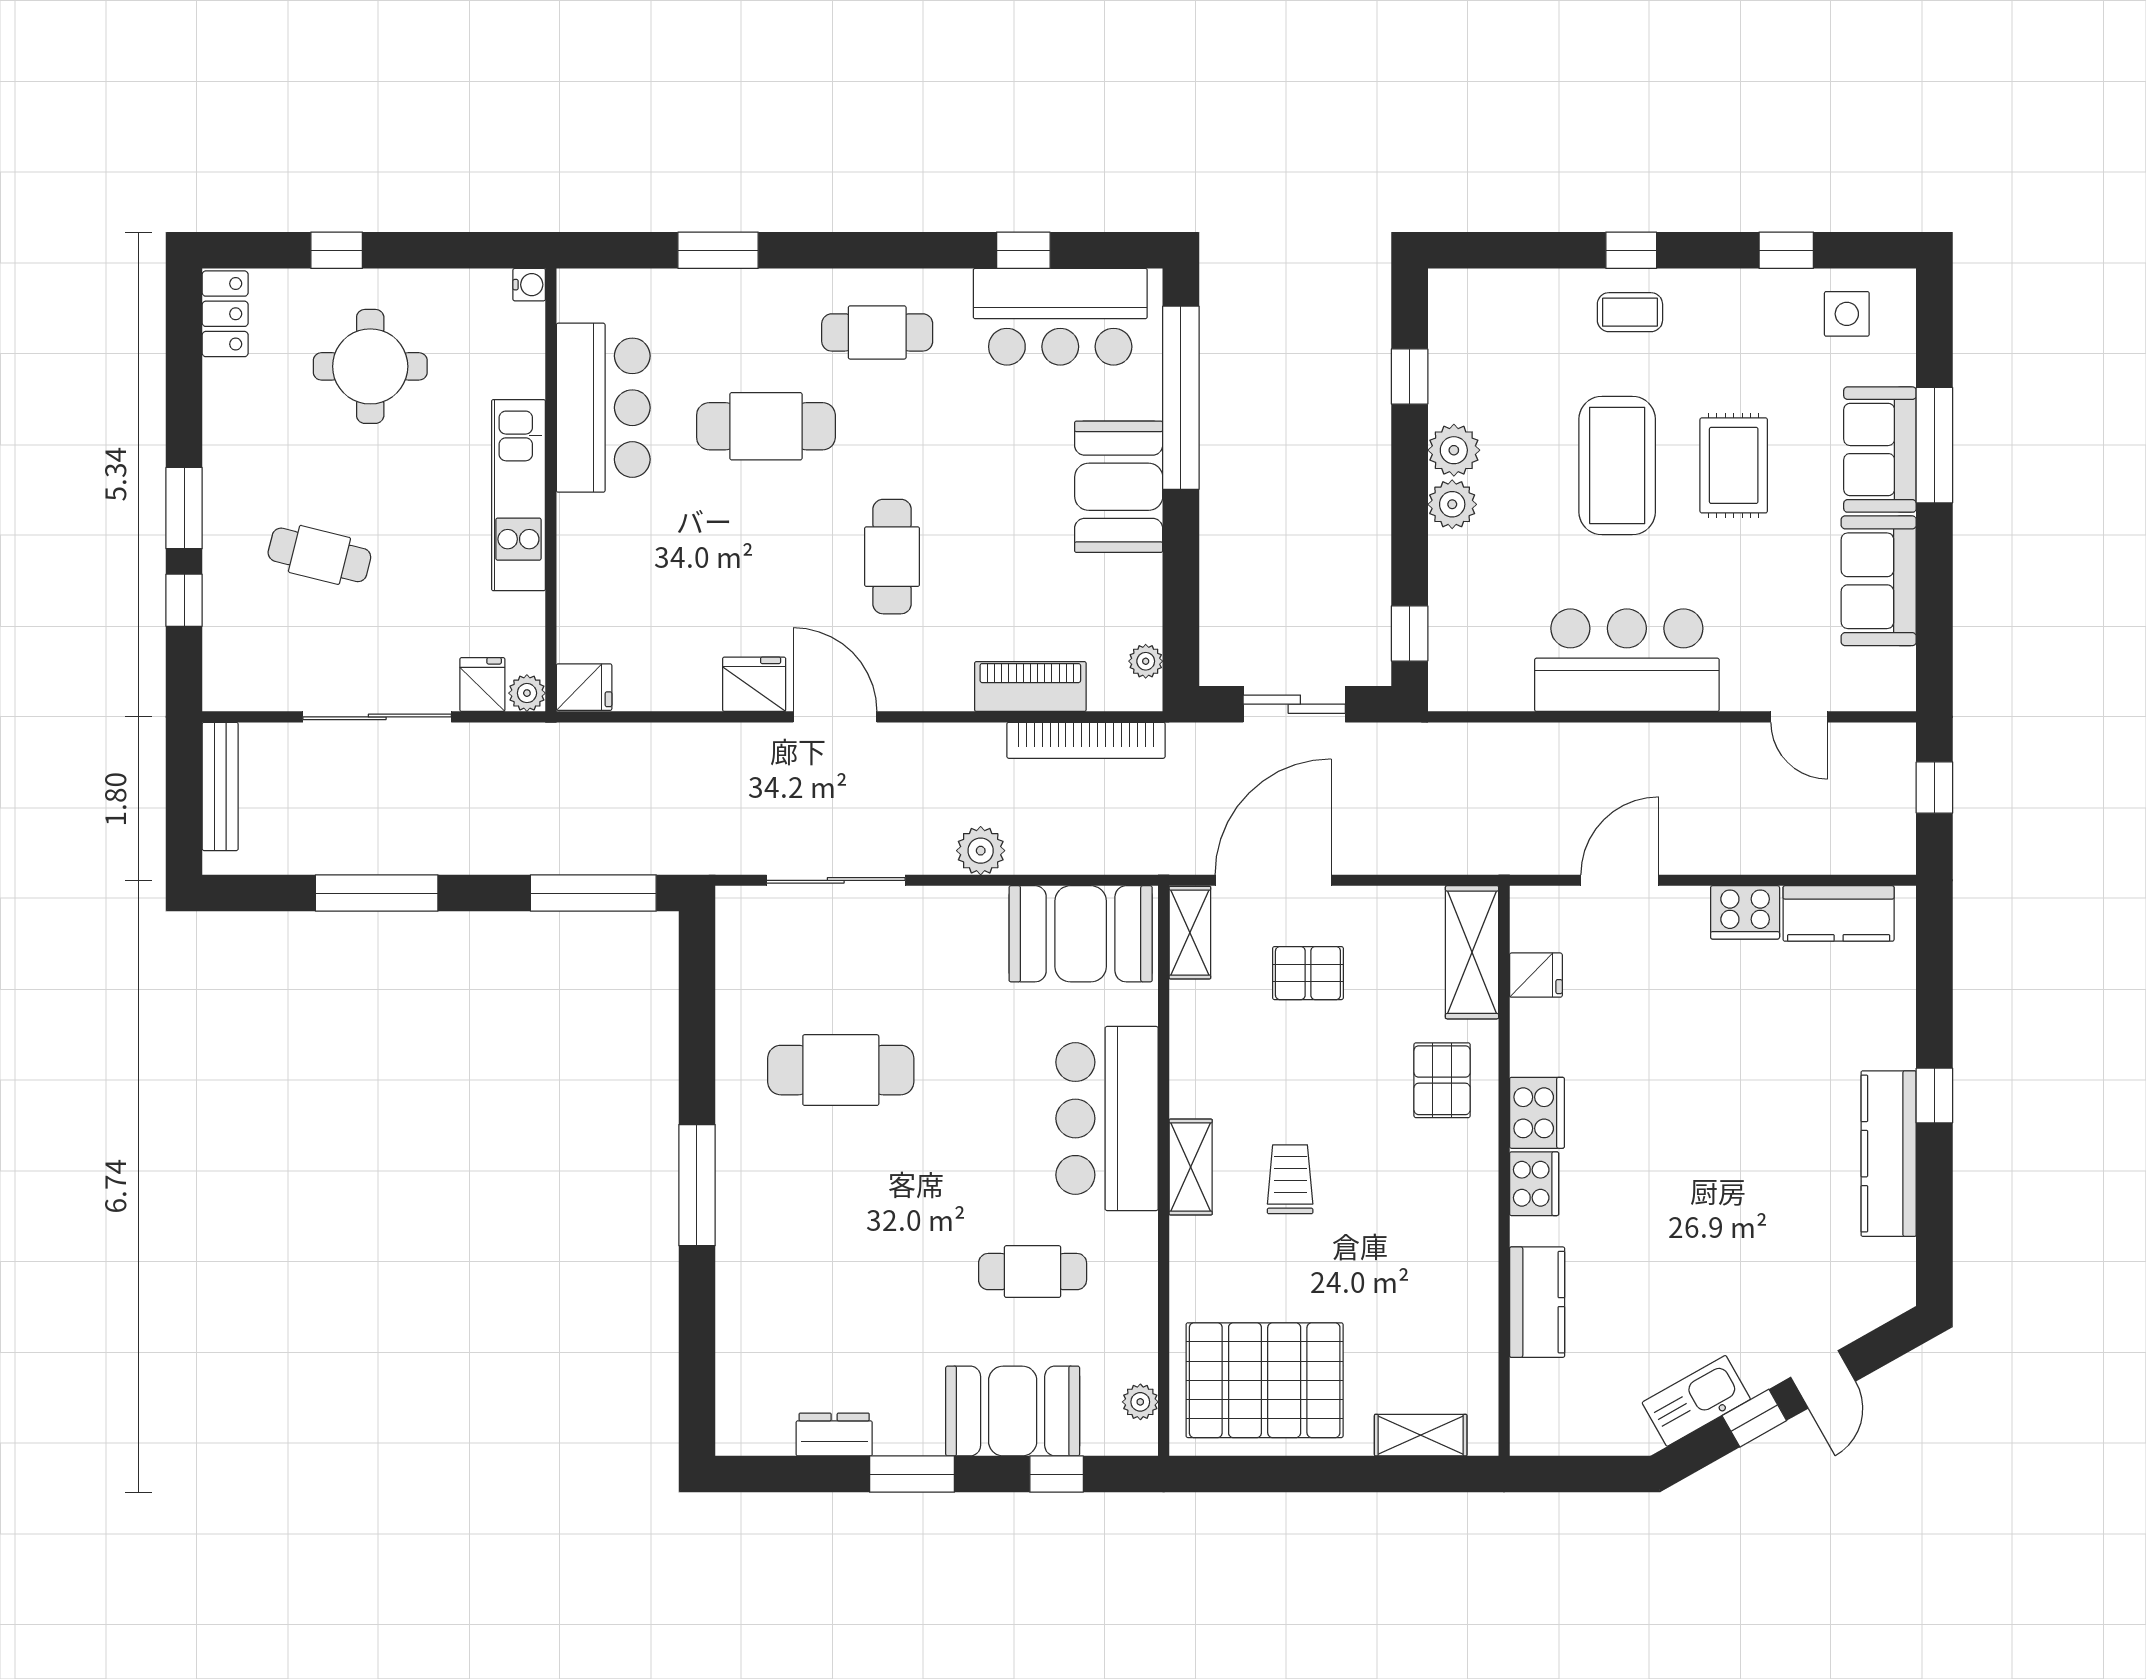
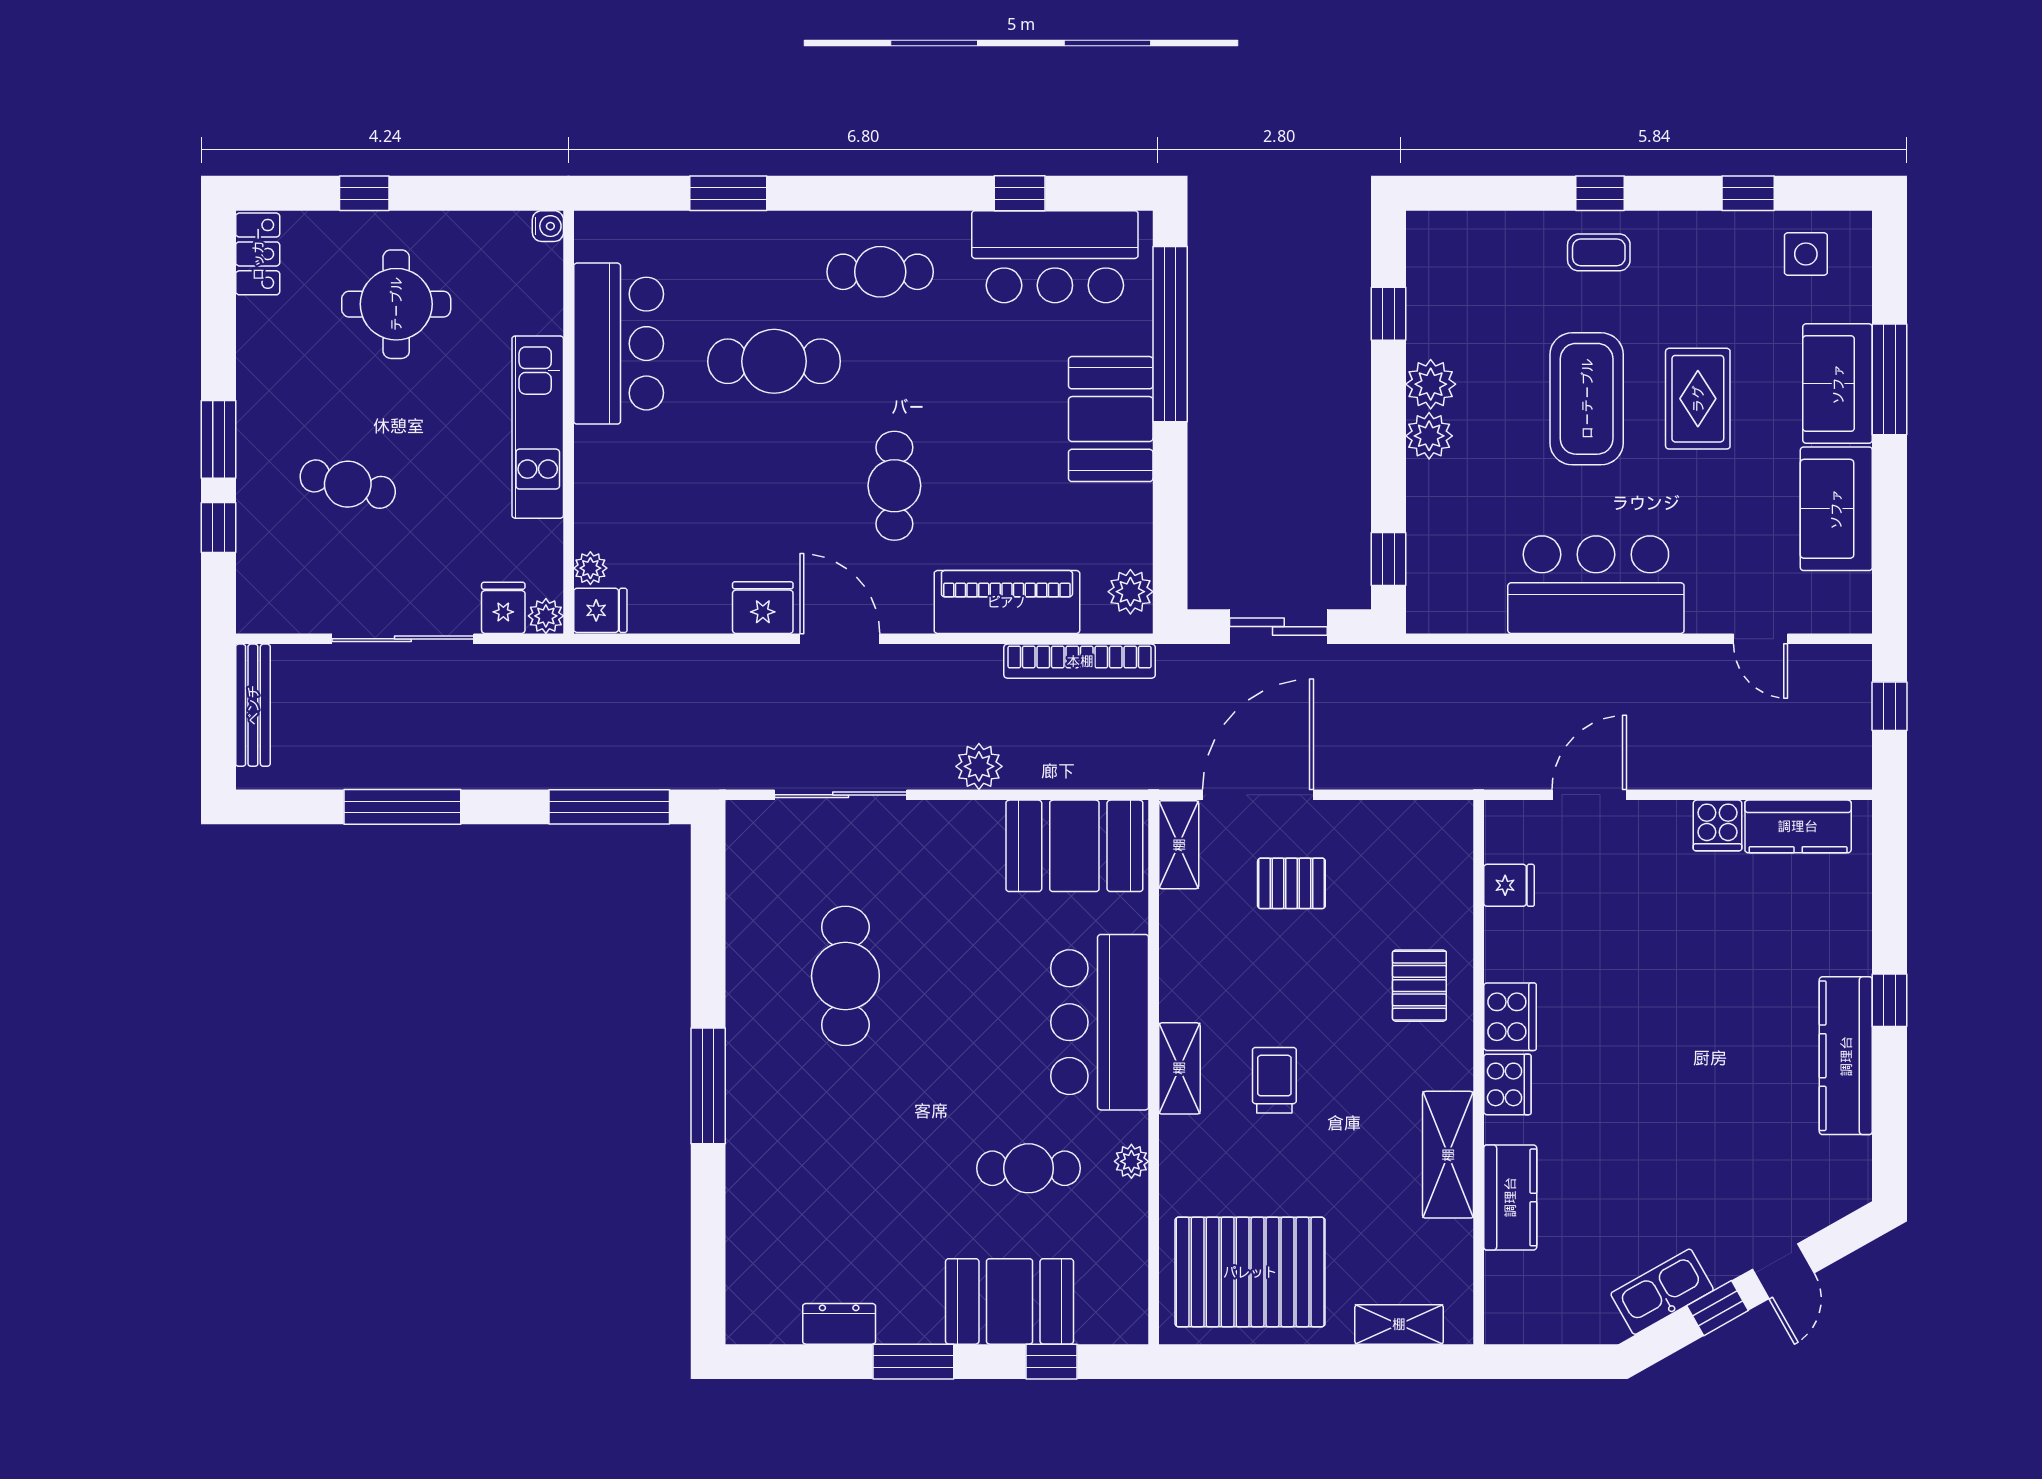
plant: (574, 643) -> (590, 568), added
plant: (1146, 661) -> (1130, 592), width x1.38, depth x1.38
piano: (1030, 687) -> (1007, 602), width x1.37, depth x1.33
cooker: (1745, 912) -> (1718, 825), width x0.73
shelving: (1472, 952) -> (1448, 1155), moved
cafe table: (841, 1070) -> (845, 976), turned 90
plant: (1140, 1402) -> (1131, 1161), moved

